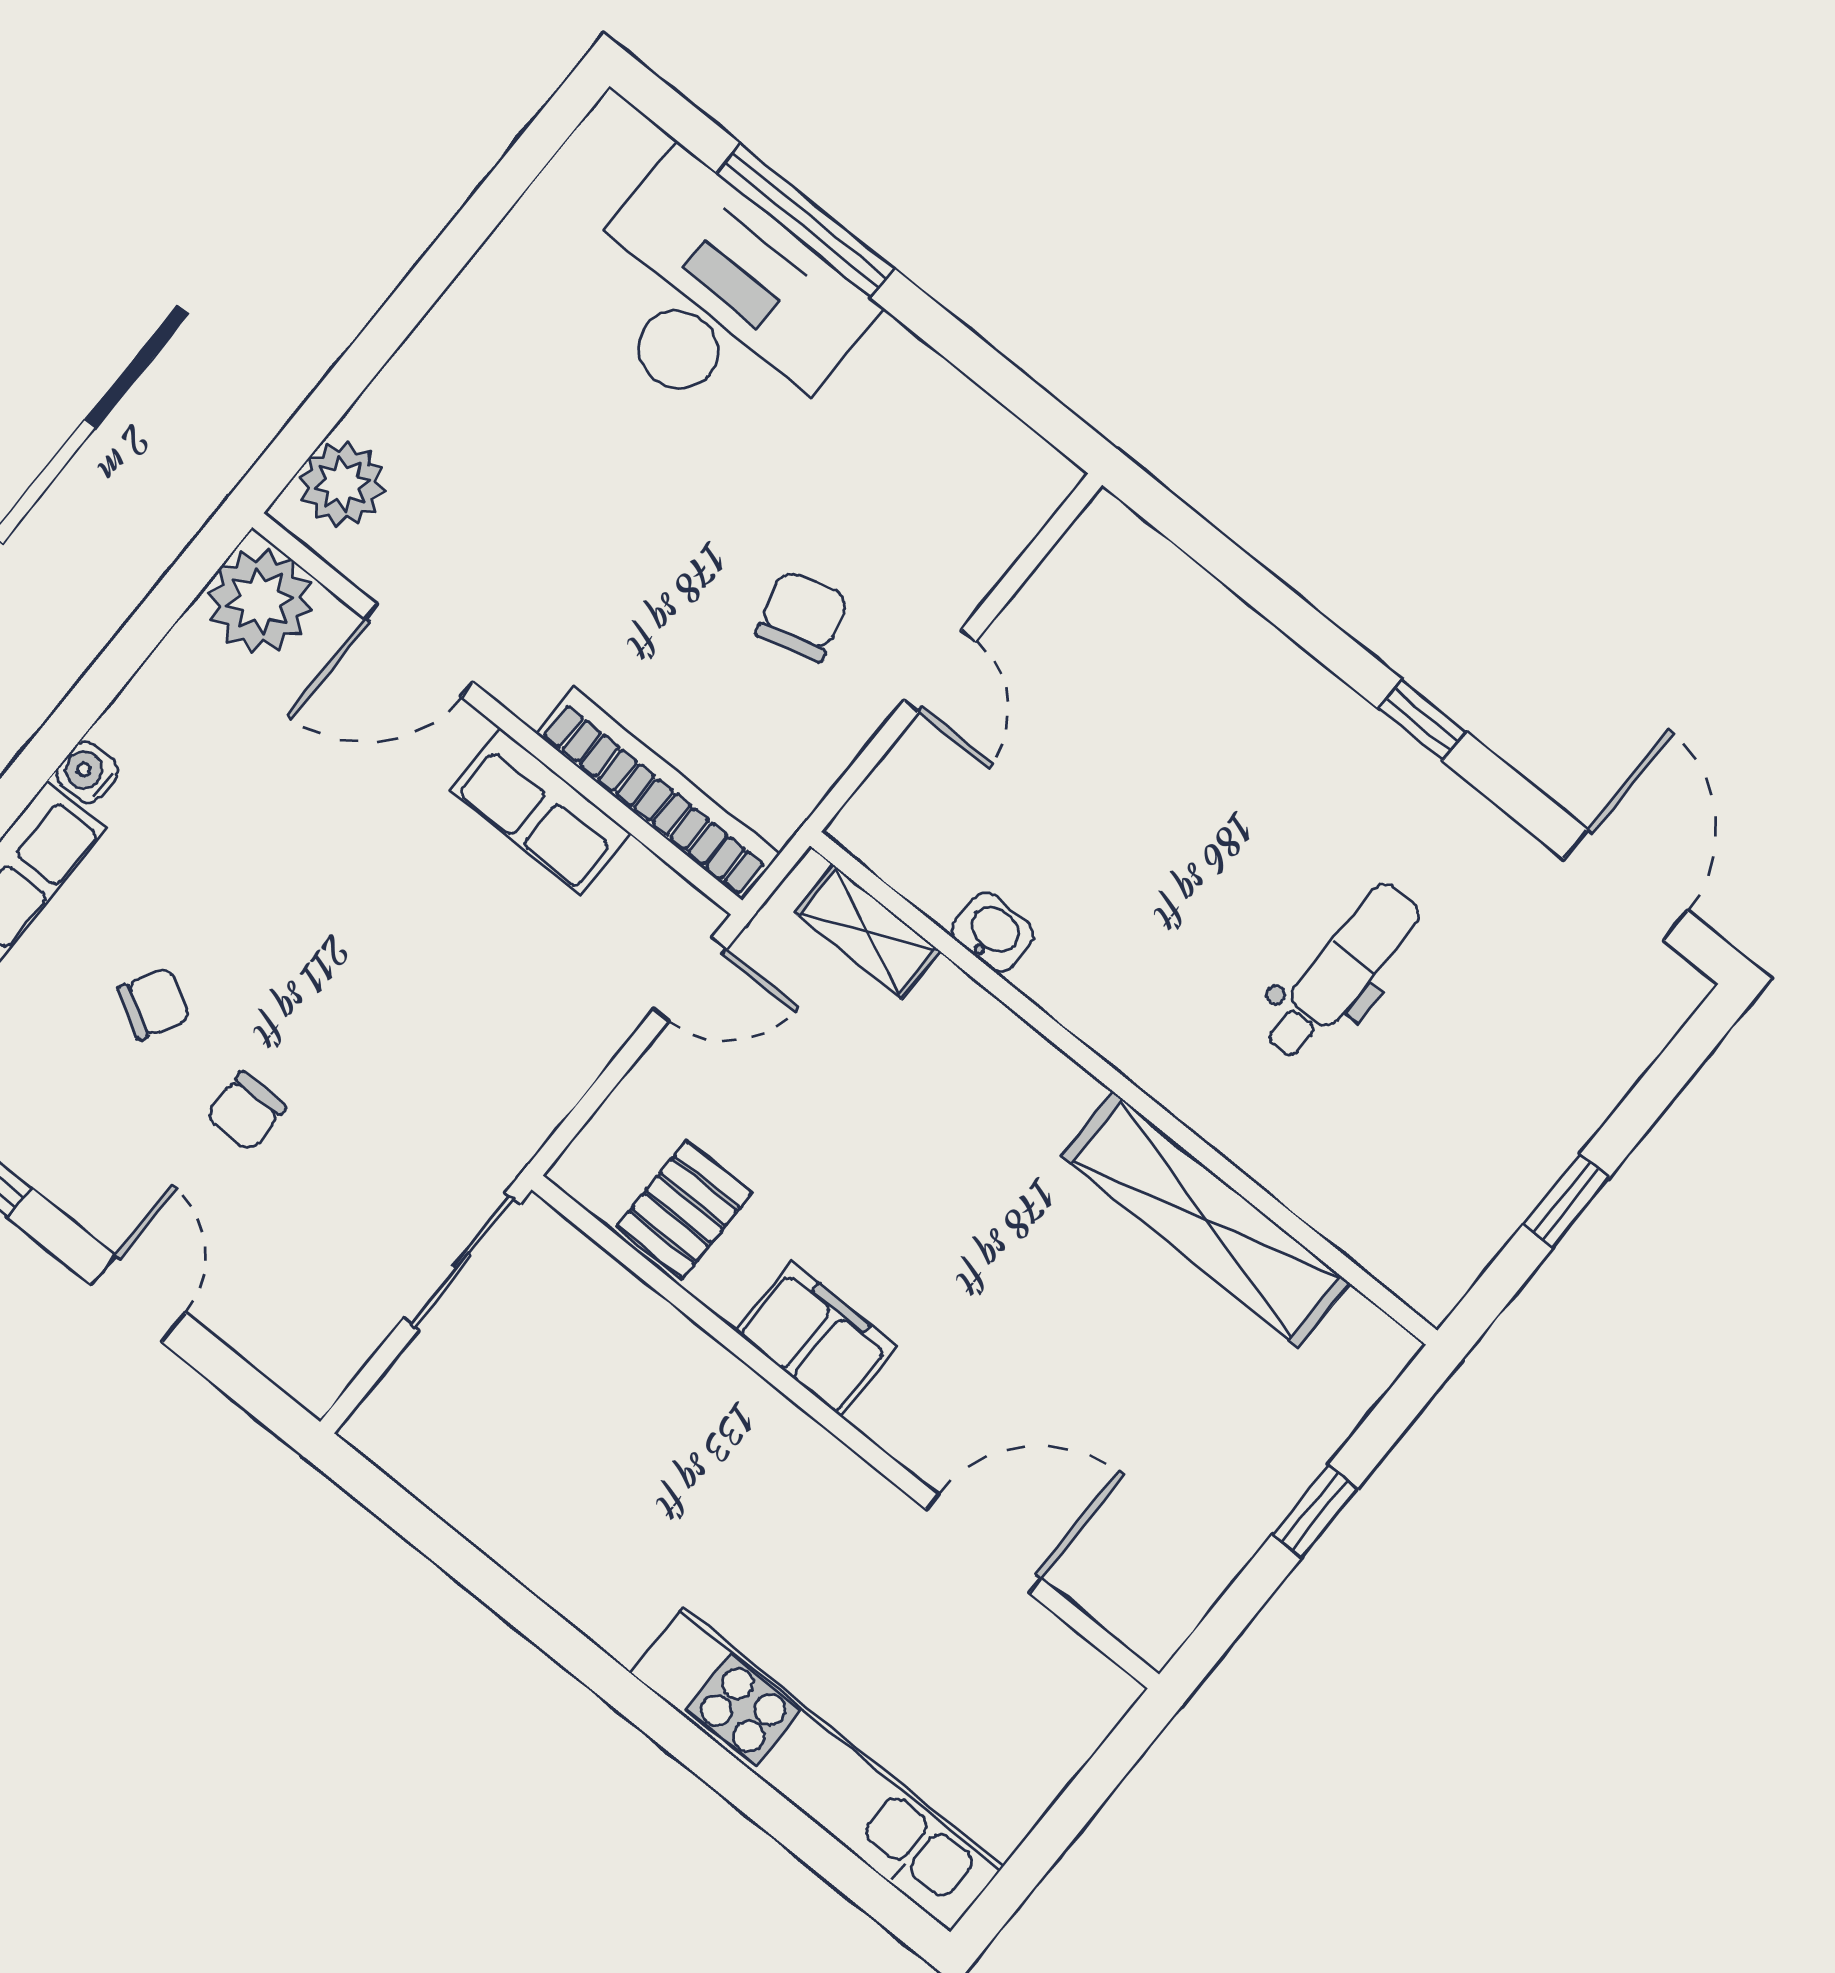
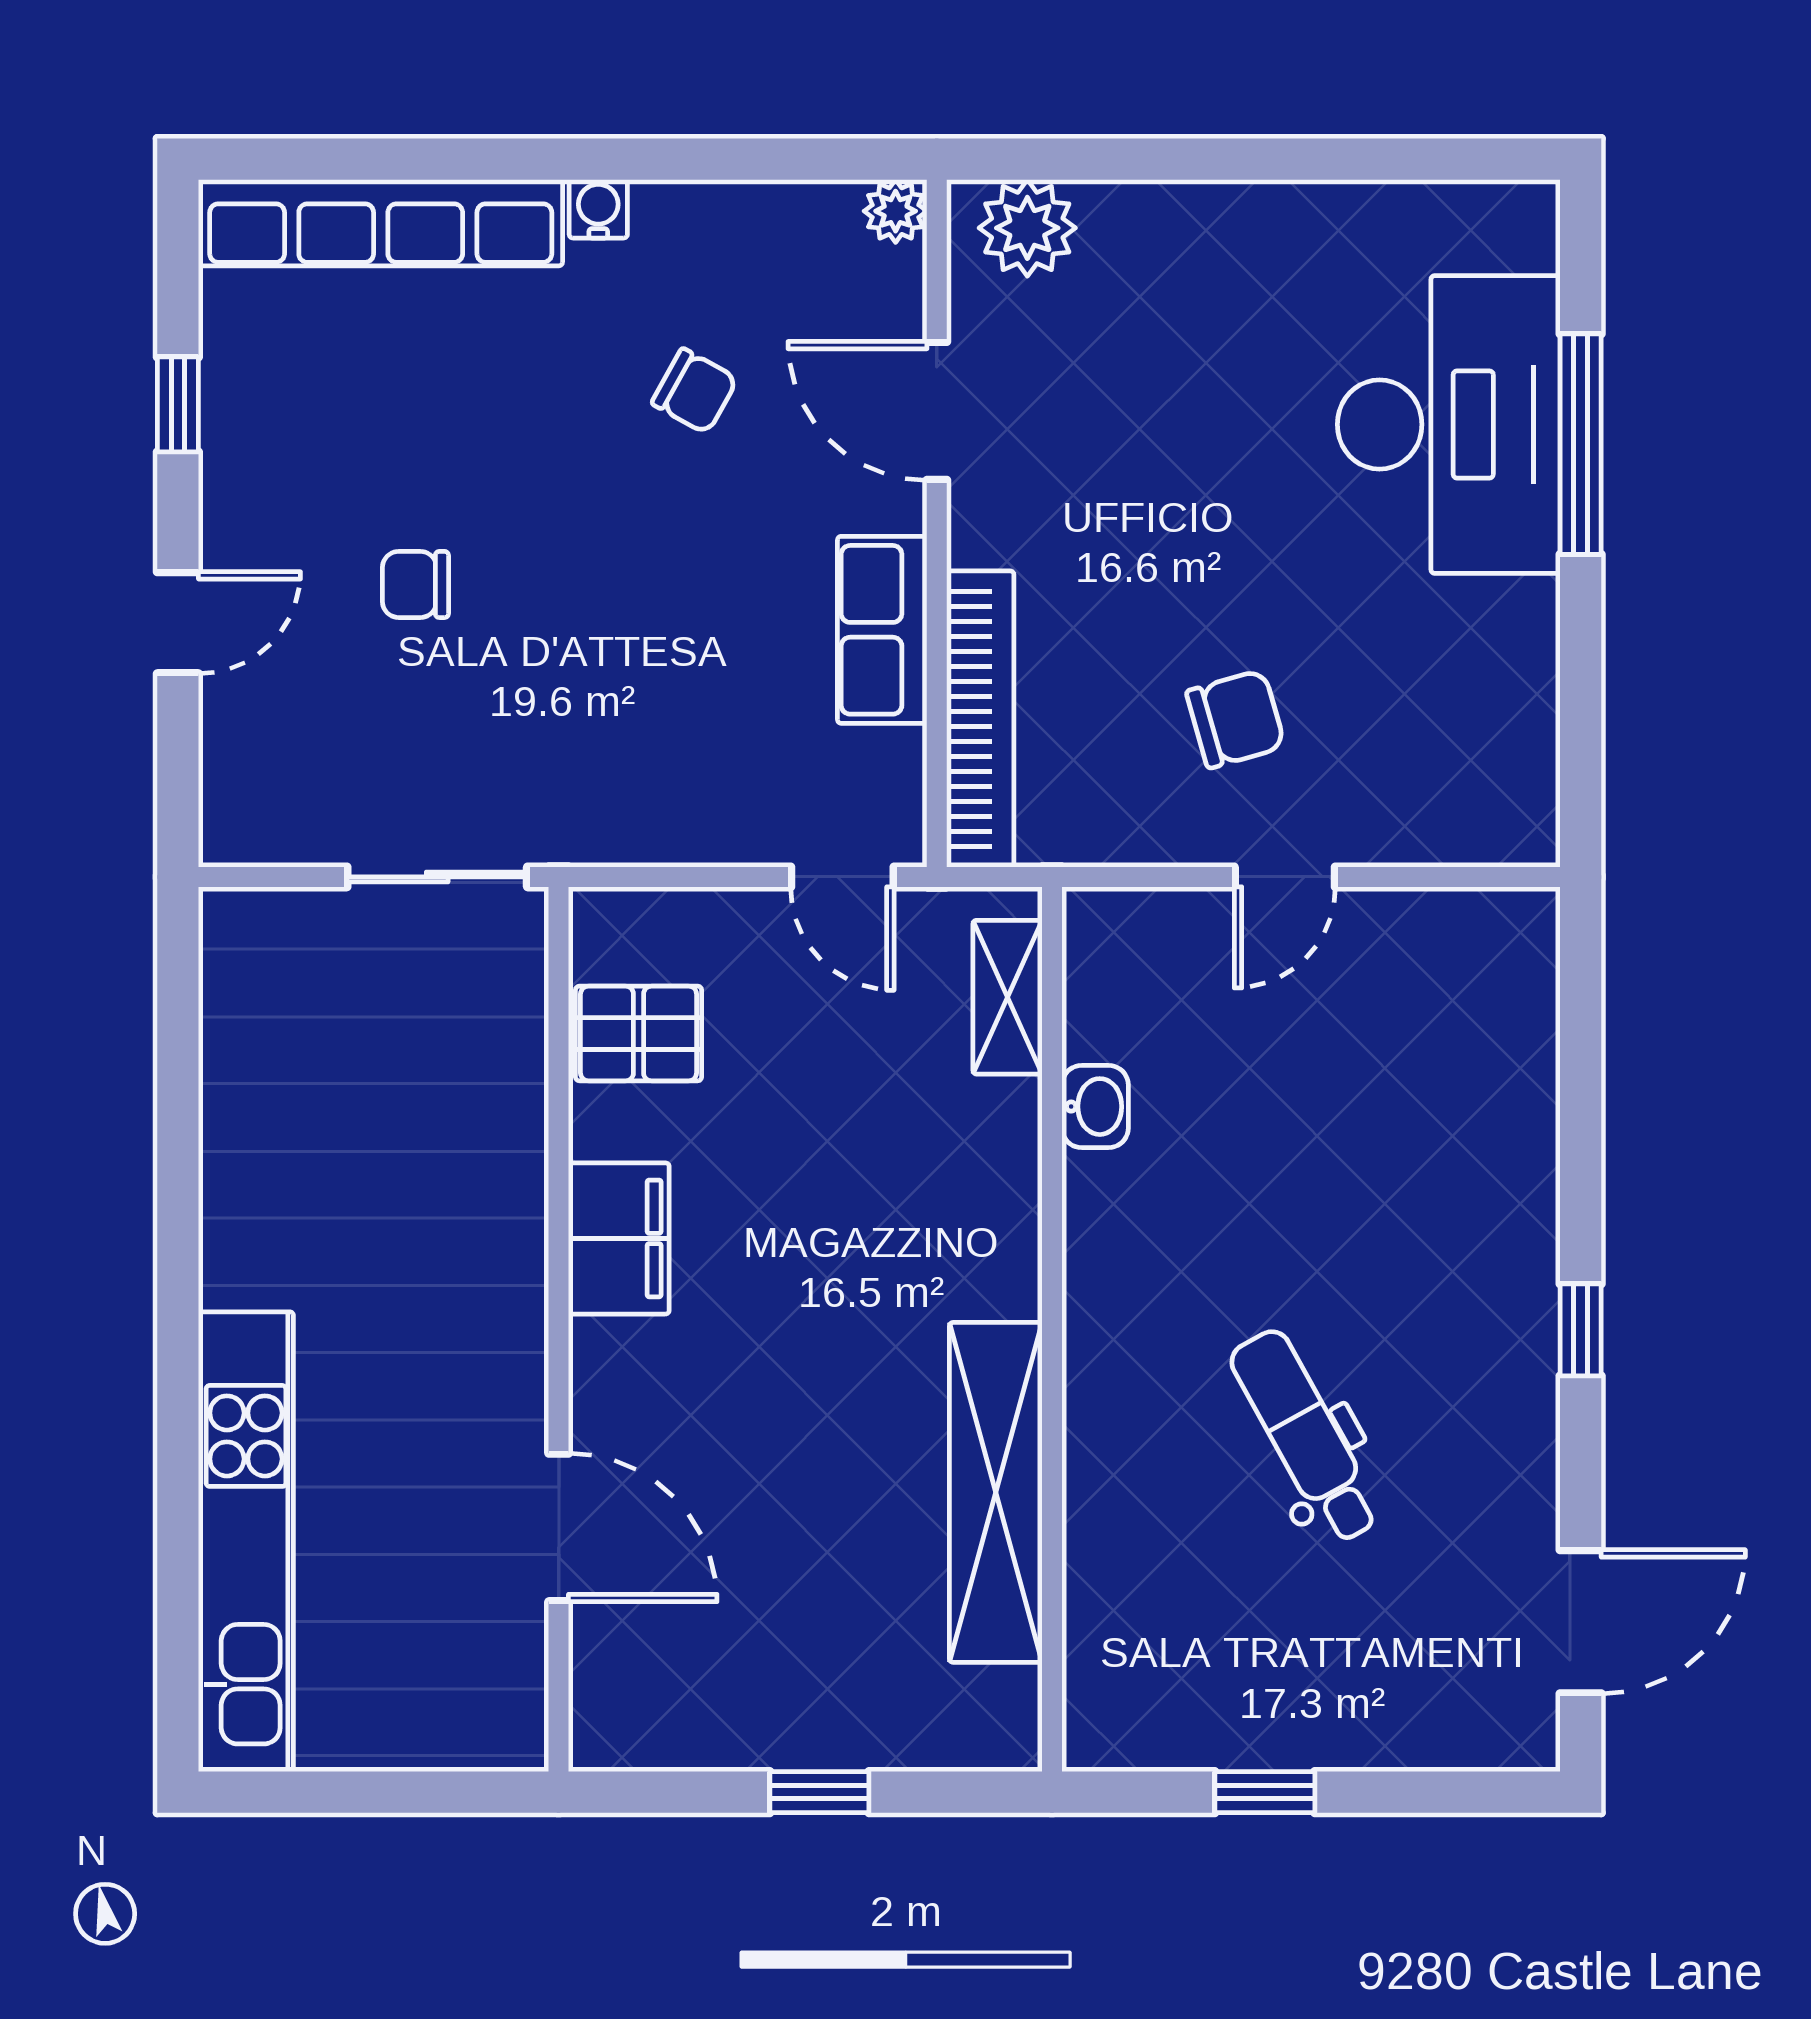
plant: (260, 601) -> (896, 211), width x0.53, depth x0.53
dental chair: (1341, 972) -> (1306, 1436), turned -119
chair: (154, 1004) -> (695, 391), moved

